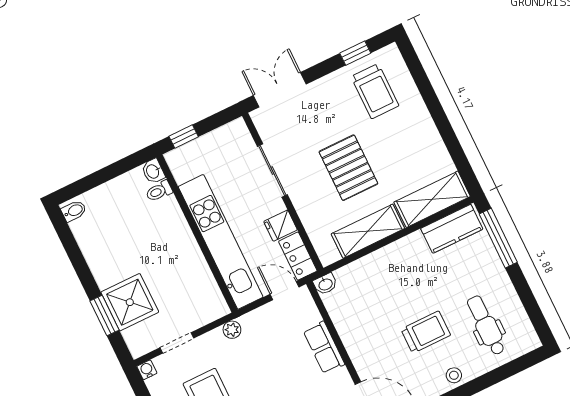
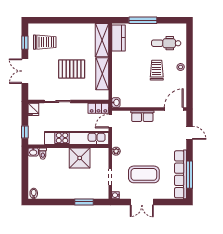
double door: (280, 90) -> (25, 71), moved
fridge: (280, 226) -> (33, 109), moved
window: (498, 238) -> (143, 20), moved
shower: (130, 302) -> (80, 158), moved

